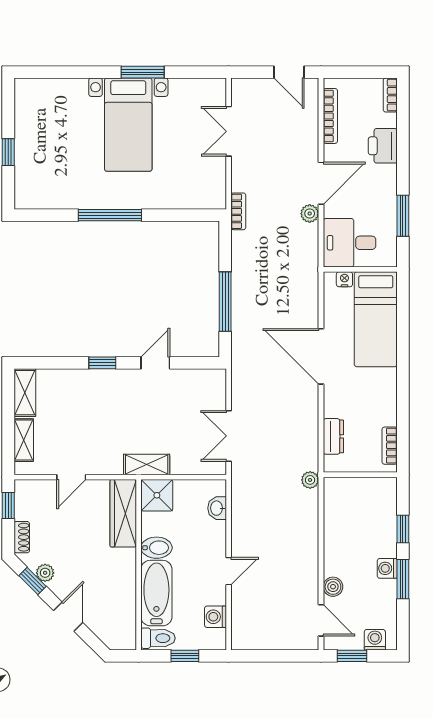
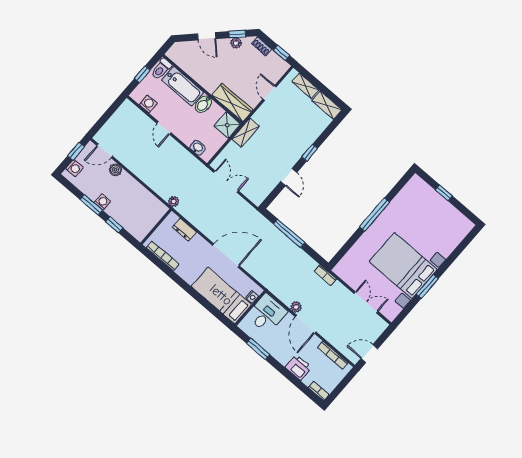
bed with nightstands: (128, 125) -> (403, 266), width x1.36
bookcase: (390, 446) -> (163, 256), width x1.56

